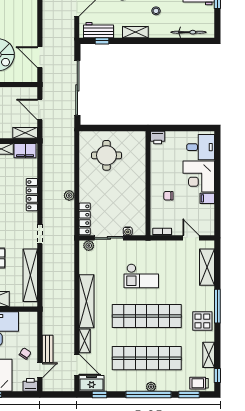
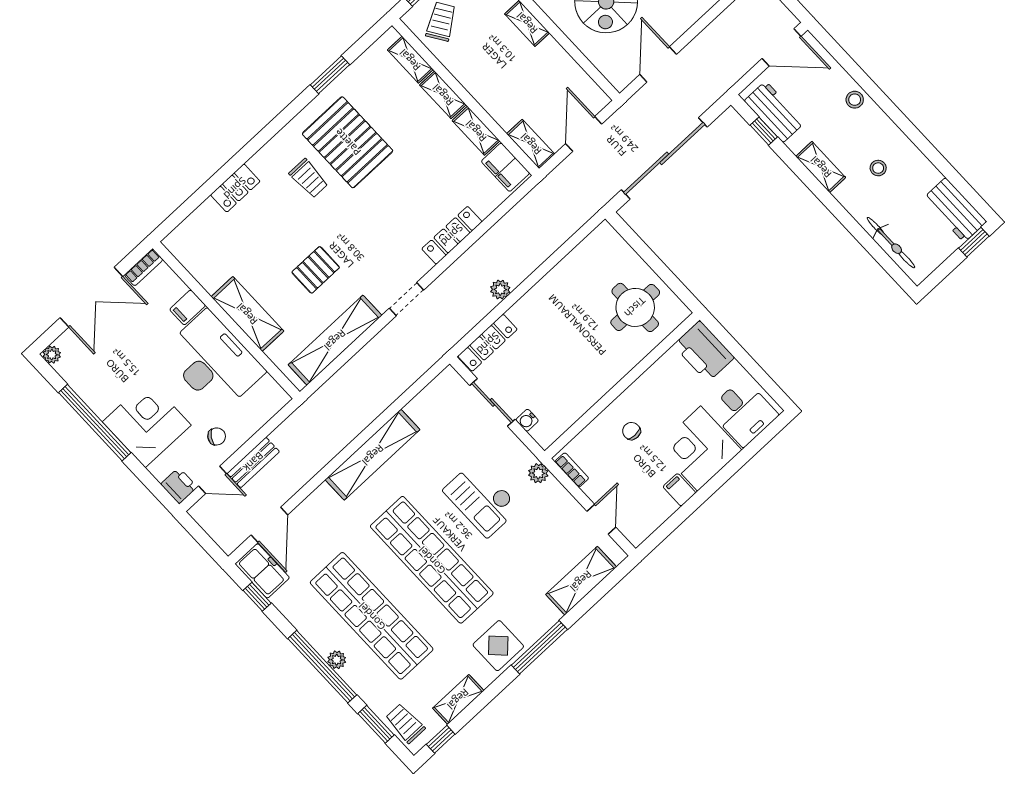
printer: (158, 138) -> (704, 351), width x1.87, depth x1.48
round table: (107, 155) -> (635, 307), moved
plant: (89, 246) -> (538, 473), moved
shelving: (85, 341) -> (314, 505), removed

